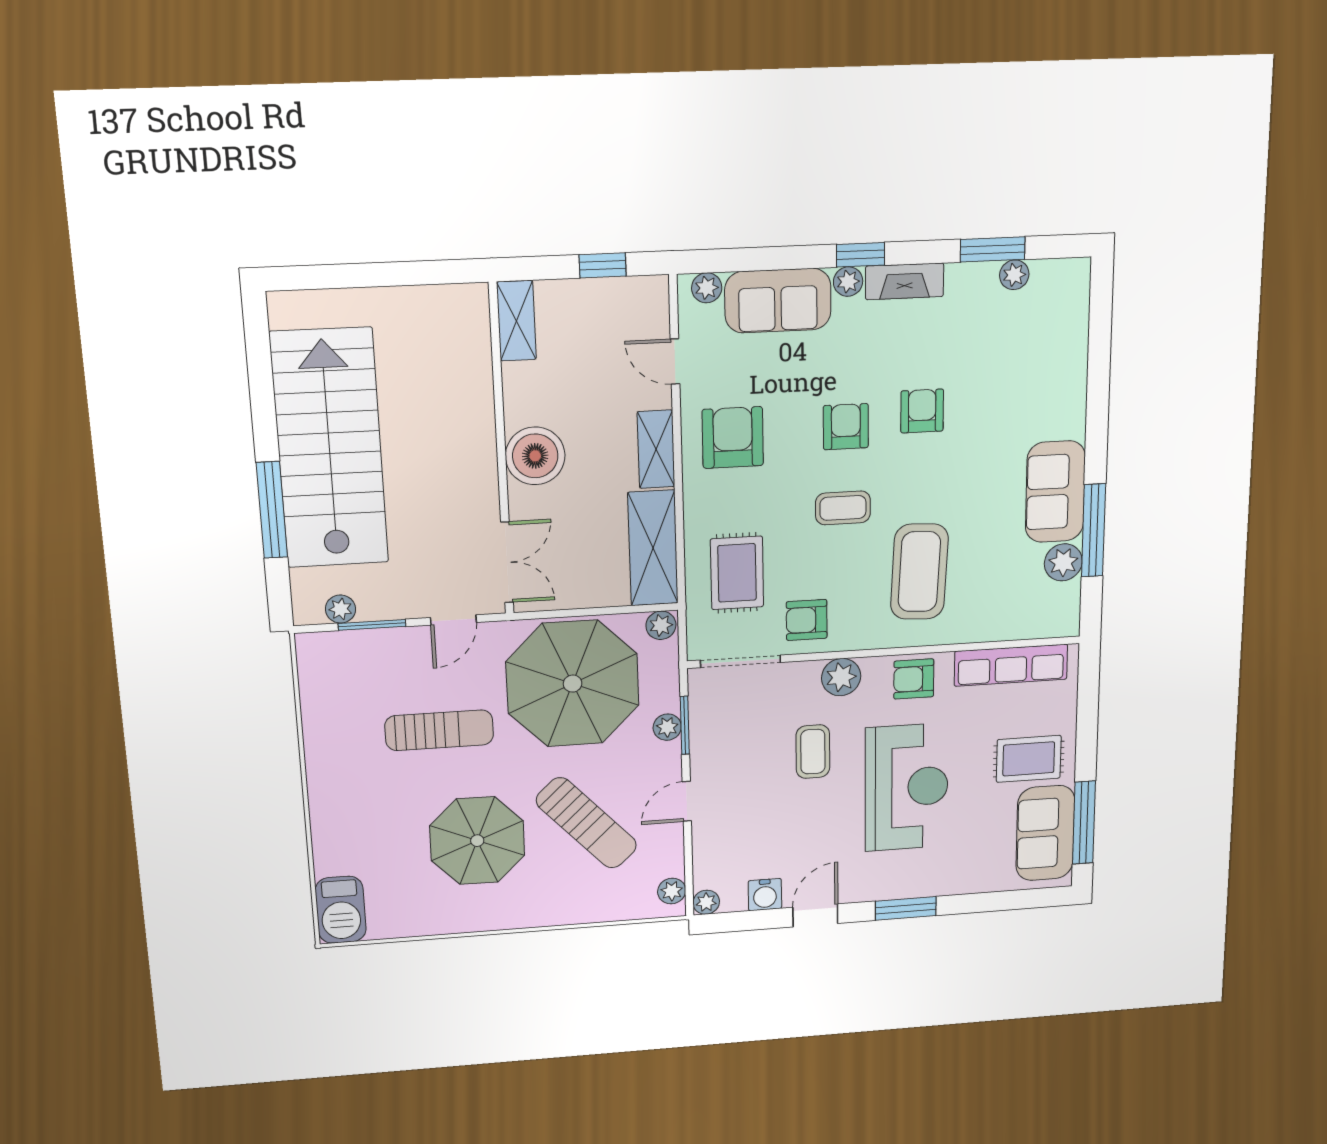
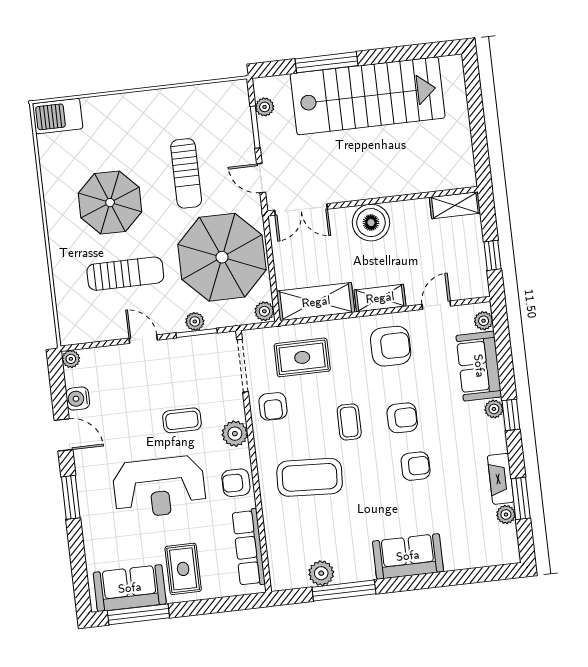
fireplace: (905, 281) -> (501, 479), moved
sofa: (1055, 492) -> (408, 556), moved
armchair: (807, 620) -> (273, 406), turned 180
armchair: (914, 679) -> (236, 483), turned -90
sun lounger: (586, 823) -> (125, 274), turned -137
plant: (672, 891) -> (78, 335), removed

